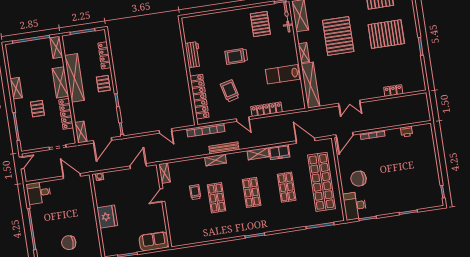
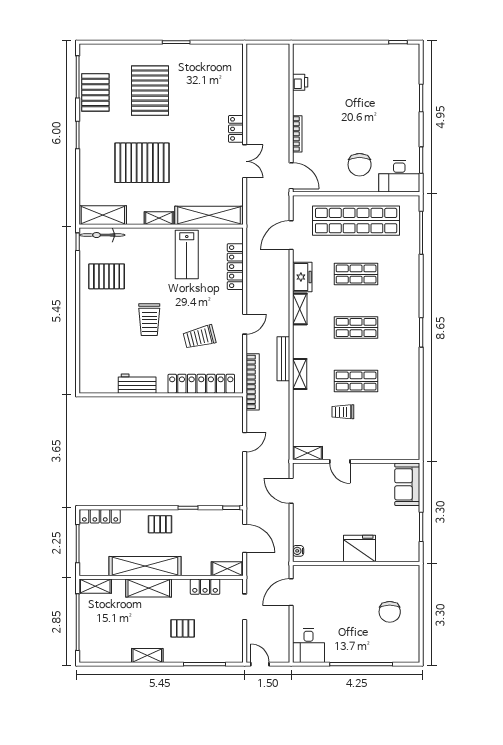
locker: (104, 55) -> (100, 516), moved
locker: (393, 91) -> (236, 129), moved
locker: (266, 109) -> (235, 267), moved
locker: (66, 114) -> (205, 587), width x0.66

